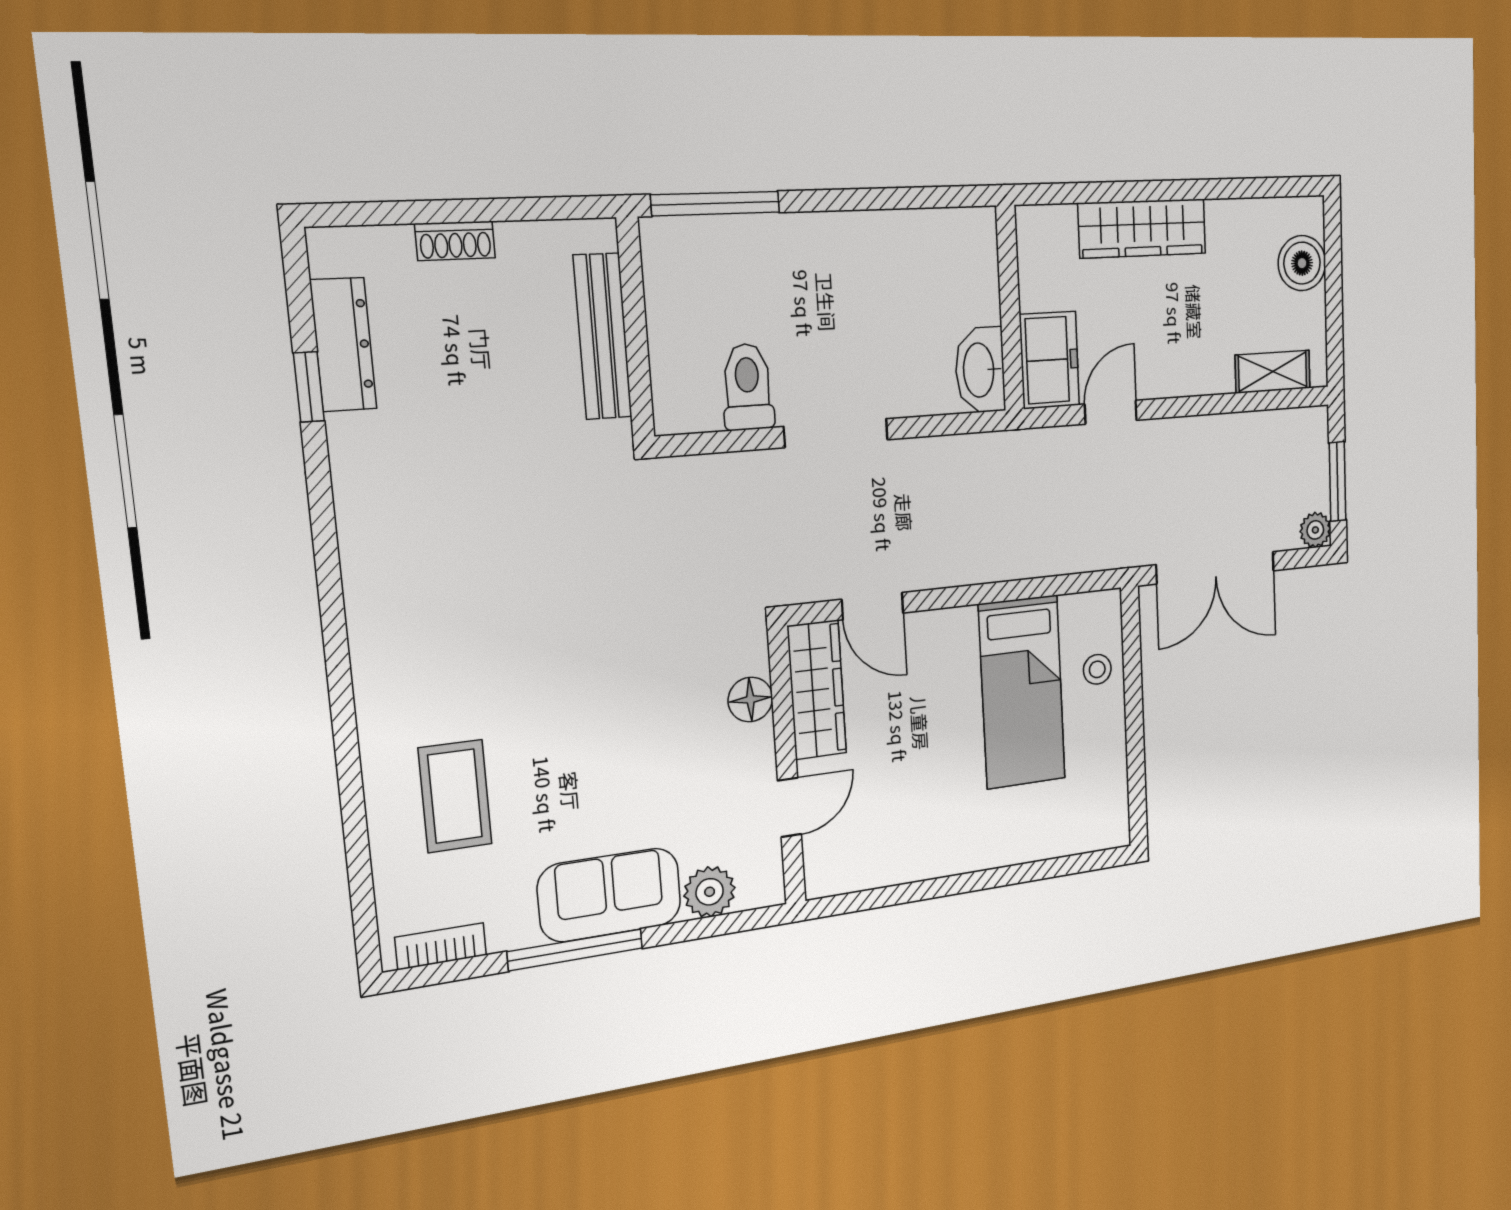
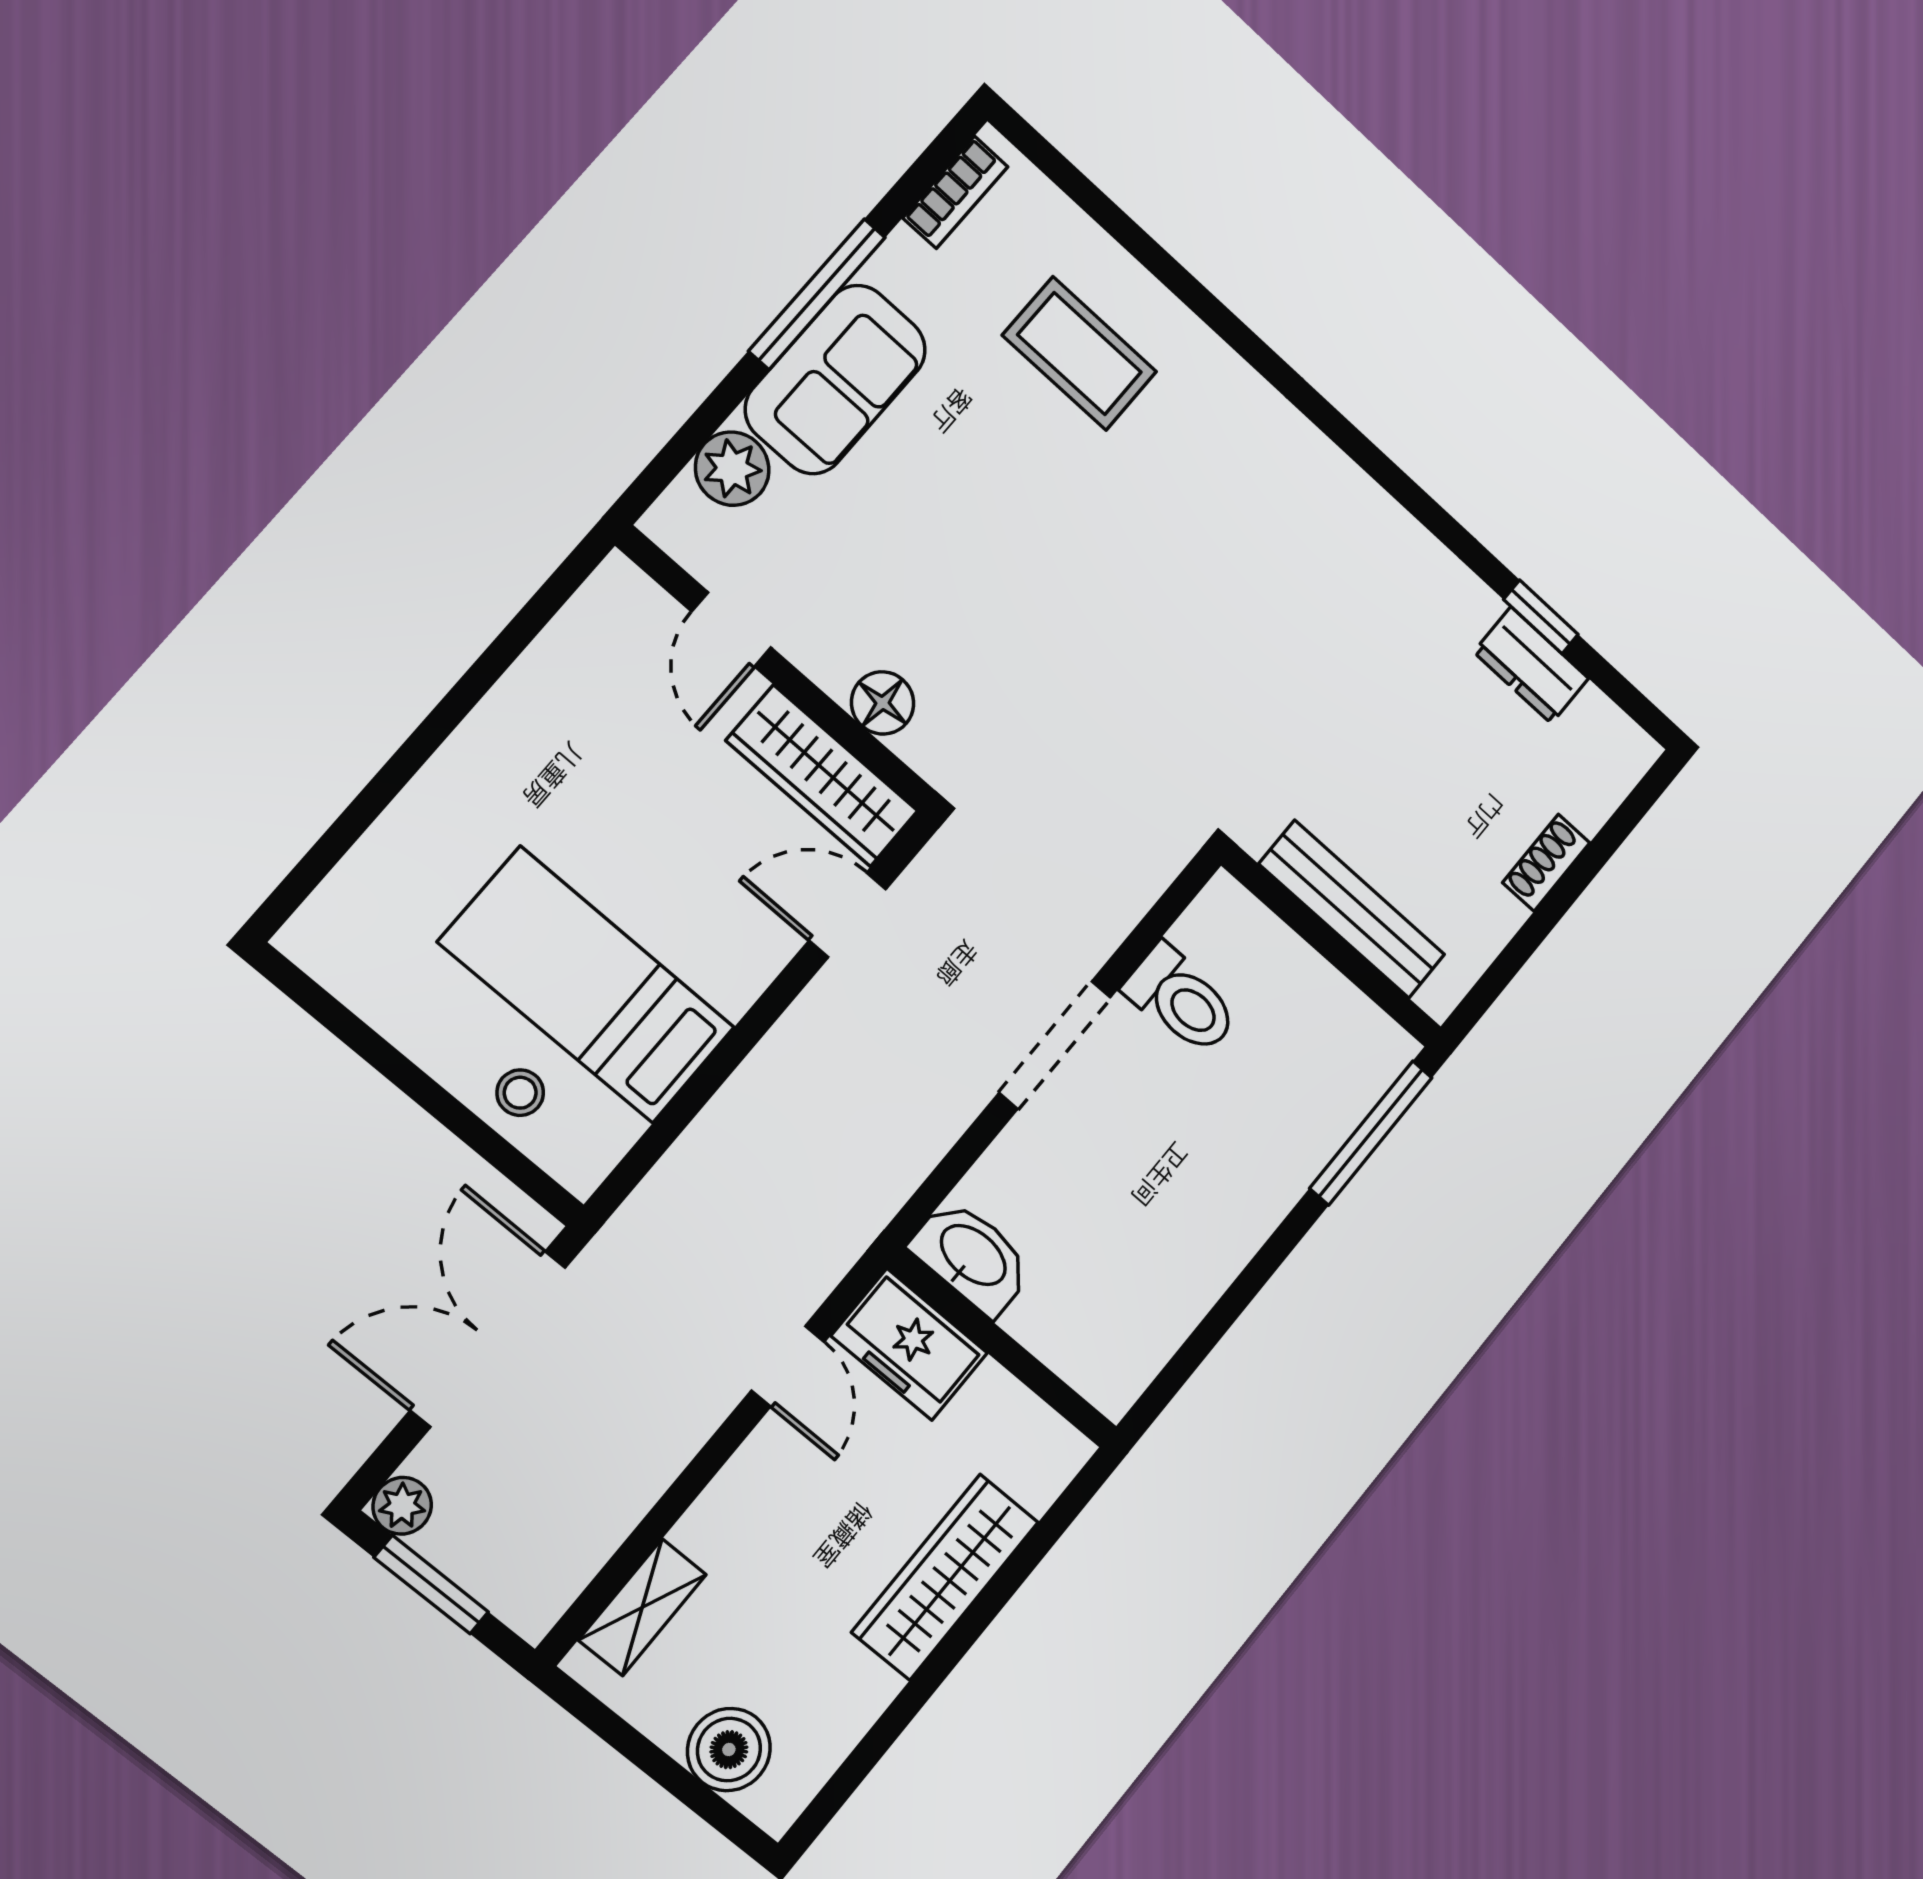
dresser: (343, 345) -> (1531, 665), width x0.70

